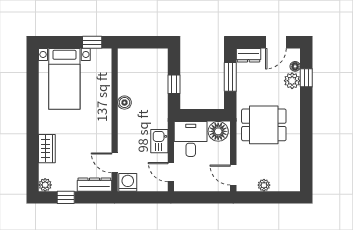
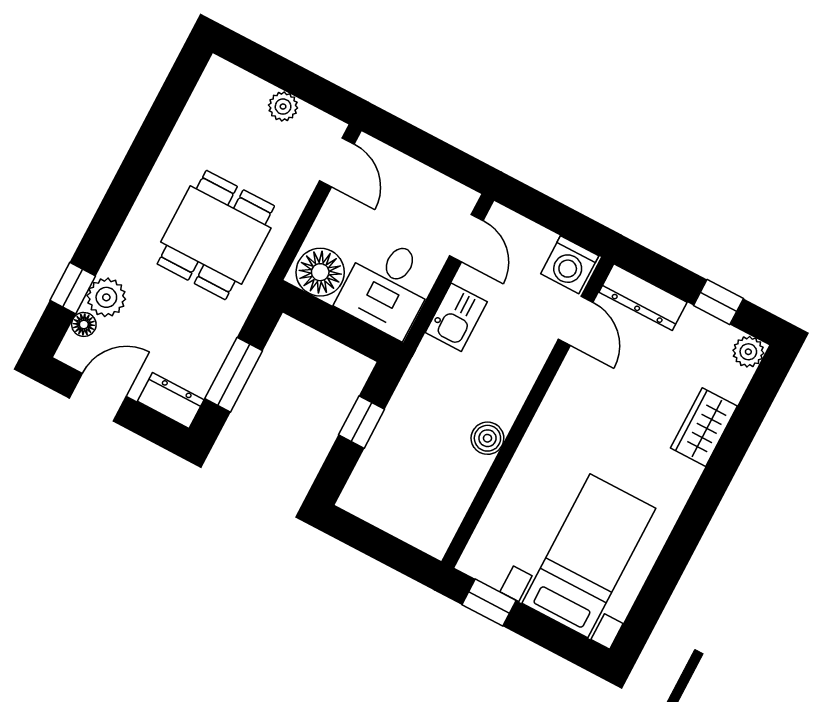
dining table: (264, 125) -> (216, 235), turned 90

